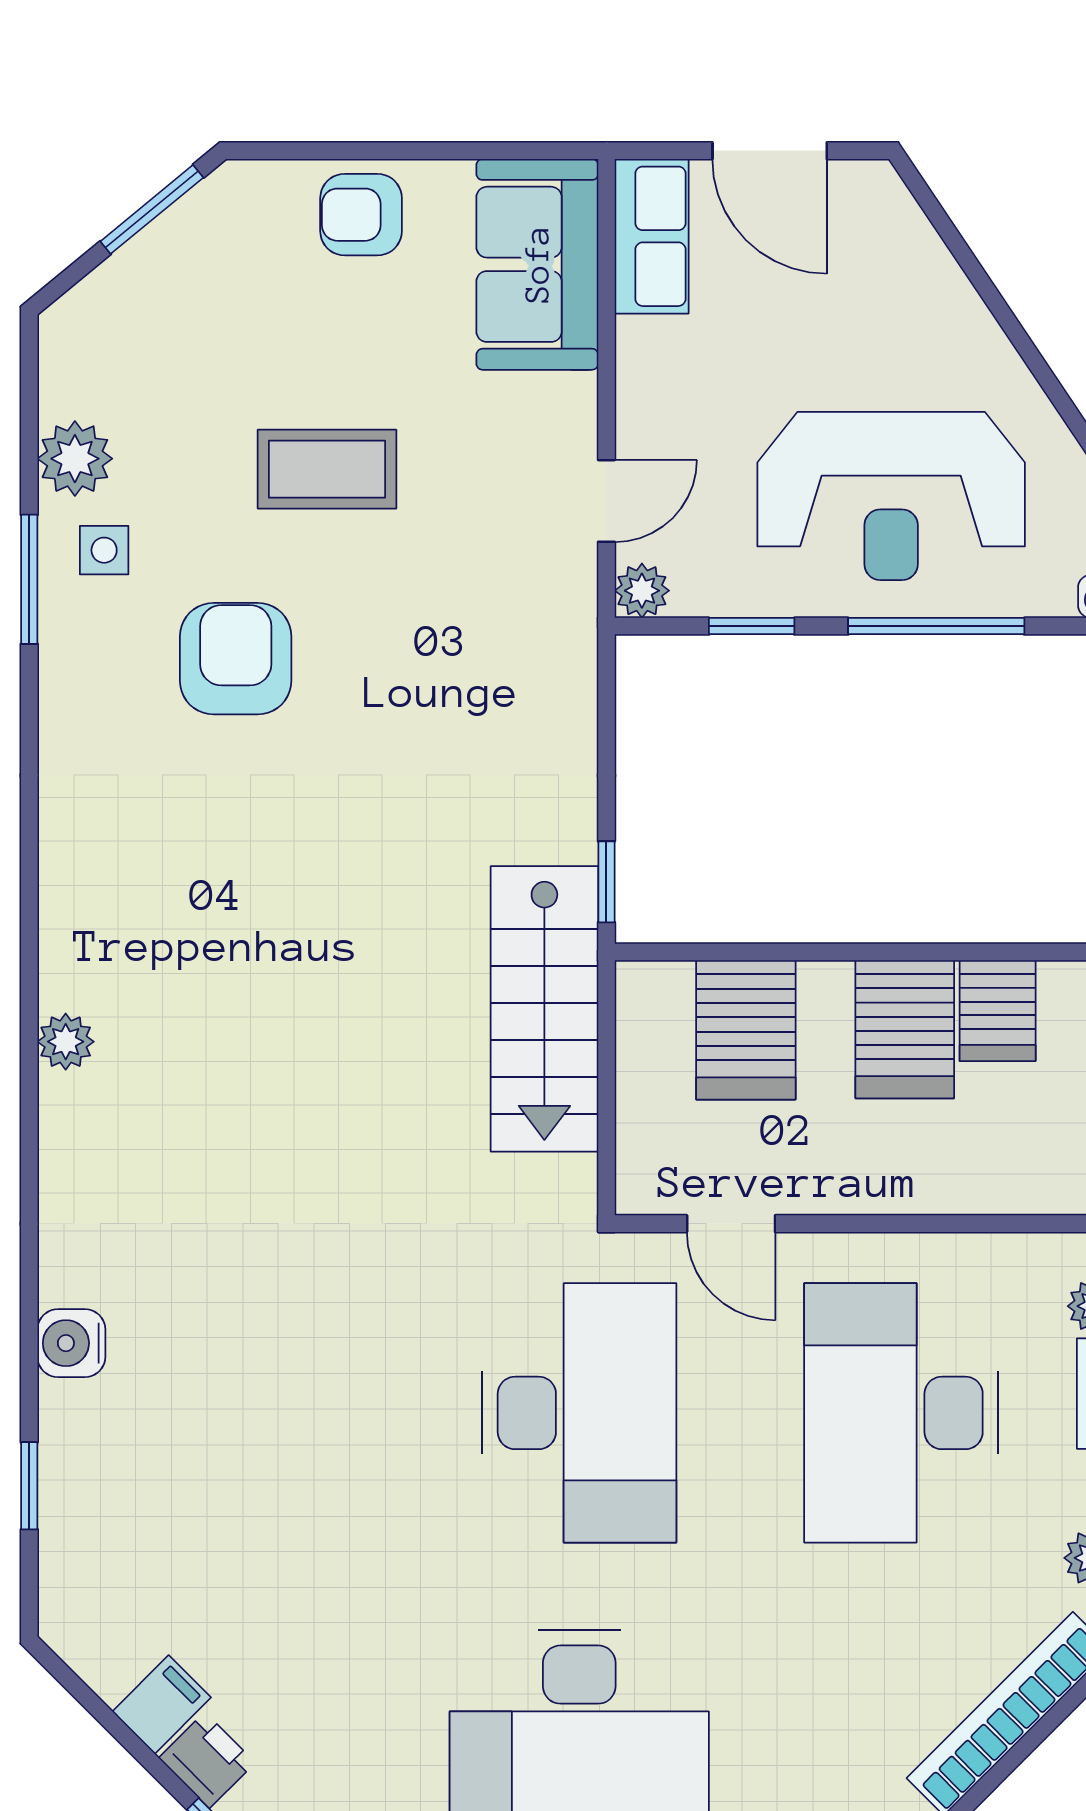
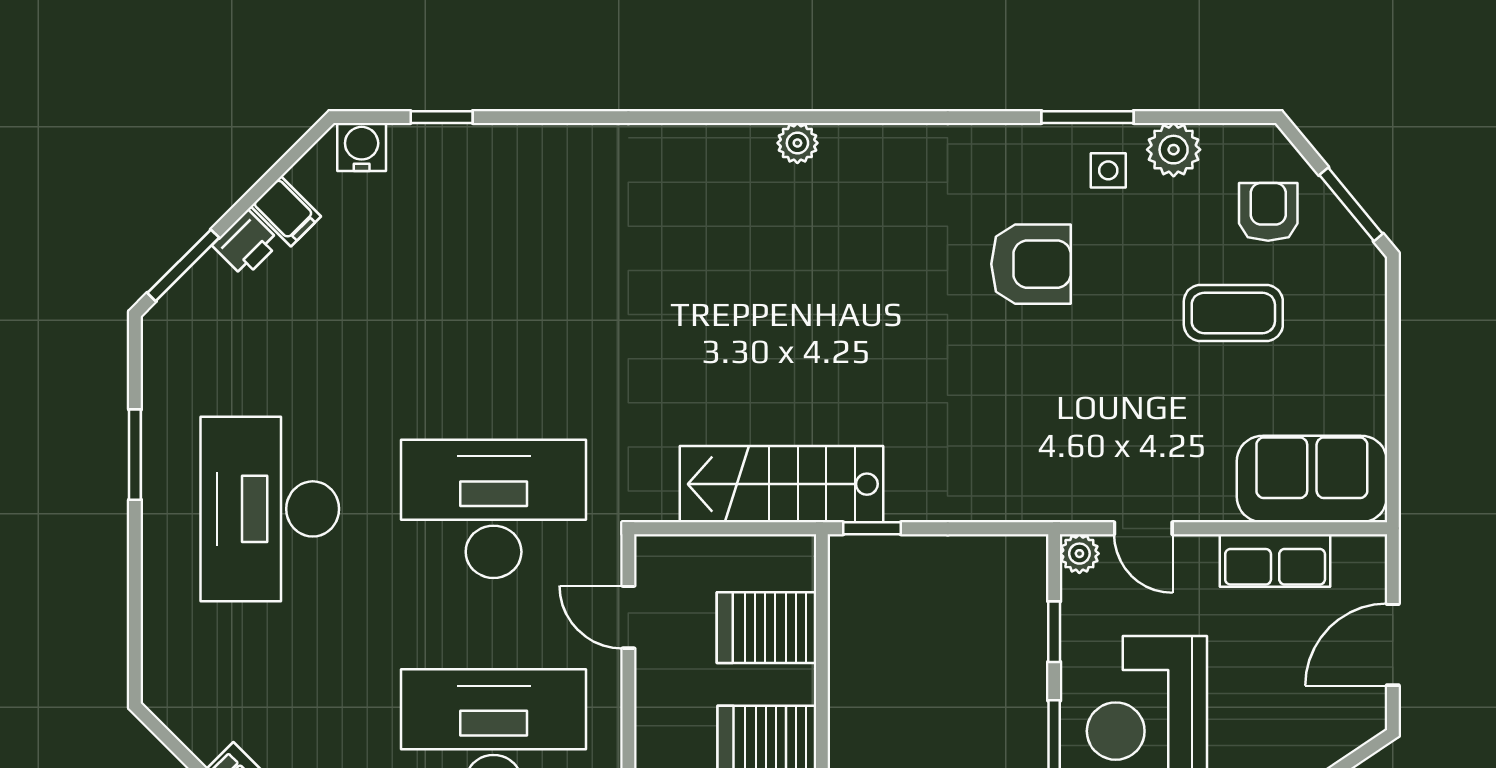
armchair: (361, 215) -> (1268, 212), moved
row of seats: (652, 236) -> (1275, 560), moved
coffee table: (327, 469) -> (1233, 313), moved, turned 90
plant: (66, 1042) -> (797, 143), moved
door: (731, 1224) -> (628, 617), hinge flipped
water cooler: (71, 1343) -> (362, 147), moved
desk: (579, 1413) -> (494, 509), turned 180

